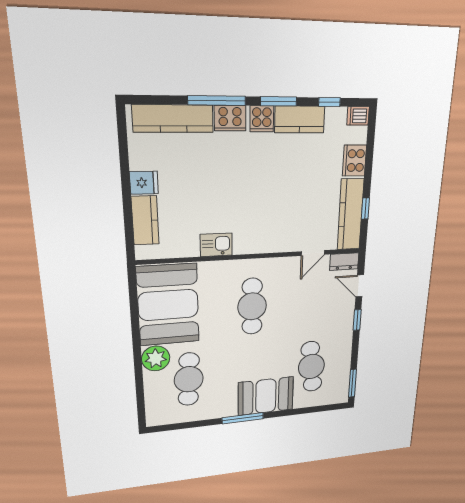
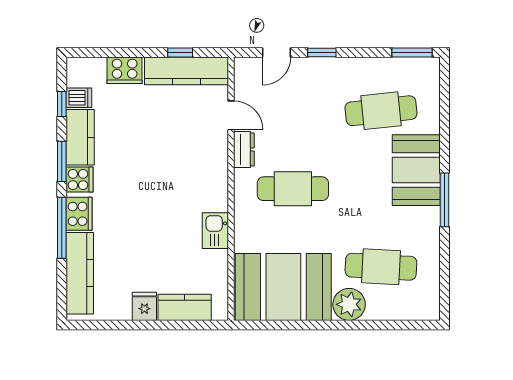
dishwasher: (358, 116) -> (79, 98), moved, turned -90
dresser: (344, 262) -> (244, 149), moved

